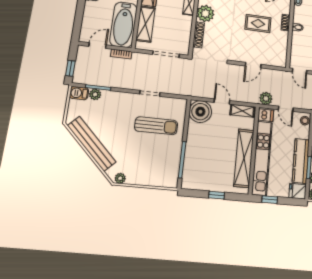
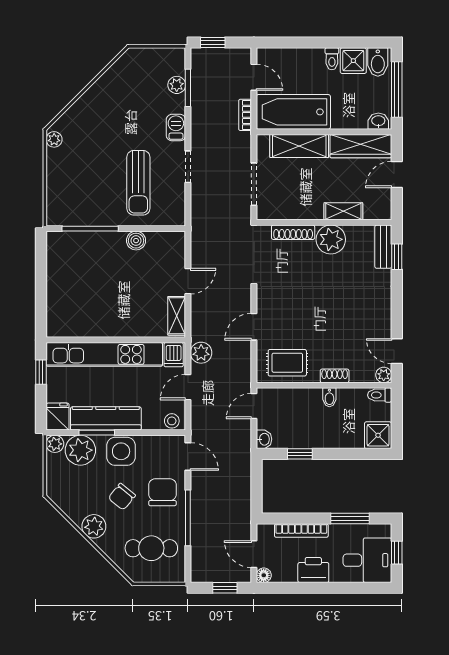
rug: (258, 23) -> (287, 363), moved, turned 90
door: (253, 65) -> (254, 327), hinge flipped
barbecue: (79, 93) -> (176, 128), moved
boiler: (200, 112) -> (136, 241), moved, width x0.54, depth x0.54
bench: (92, 144) -> (101, 91), removed
shelving: (244, 158) -> (102, 325), removed
window: (217, 195) -> (41, 288), removed

